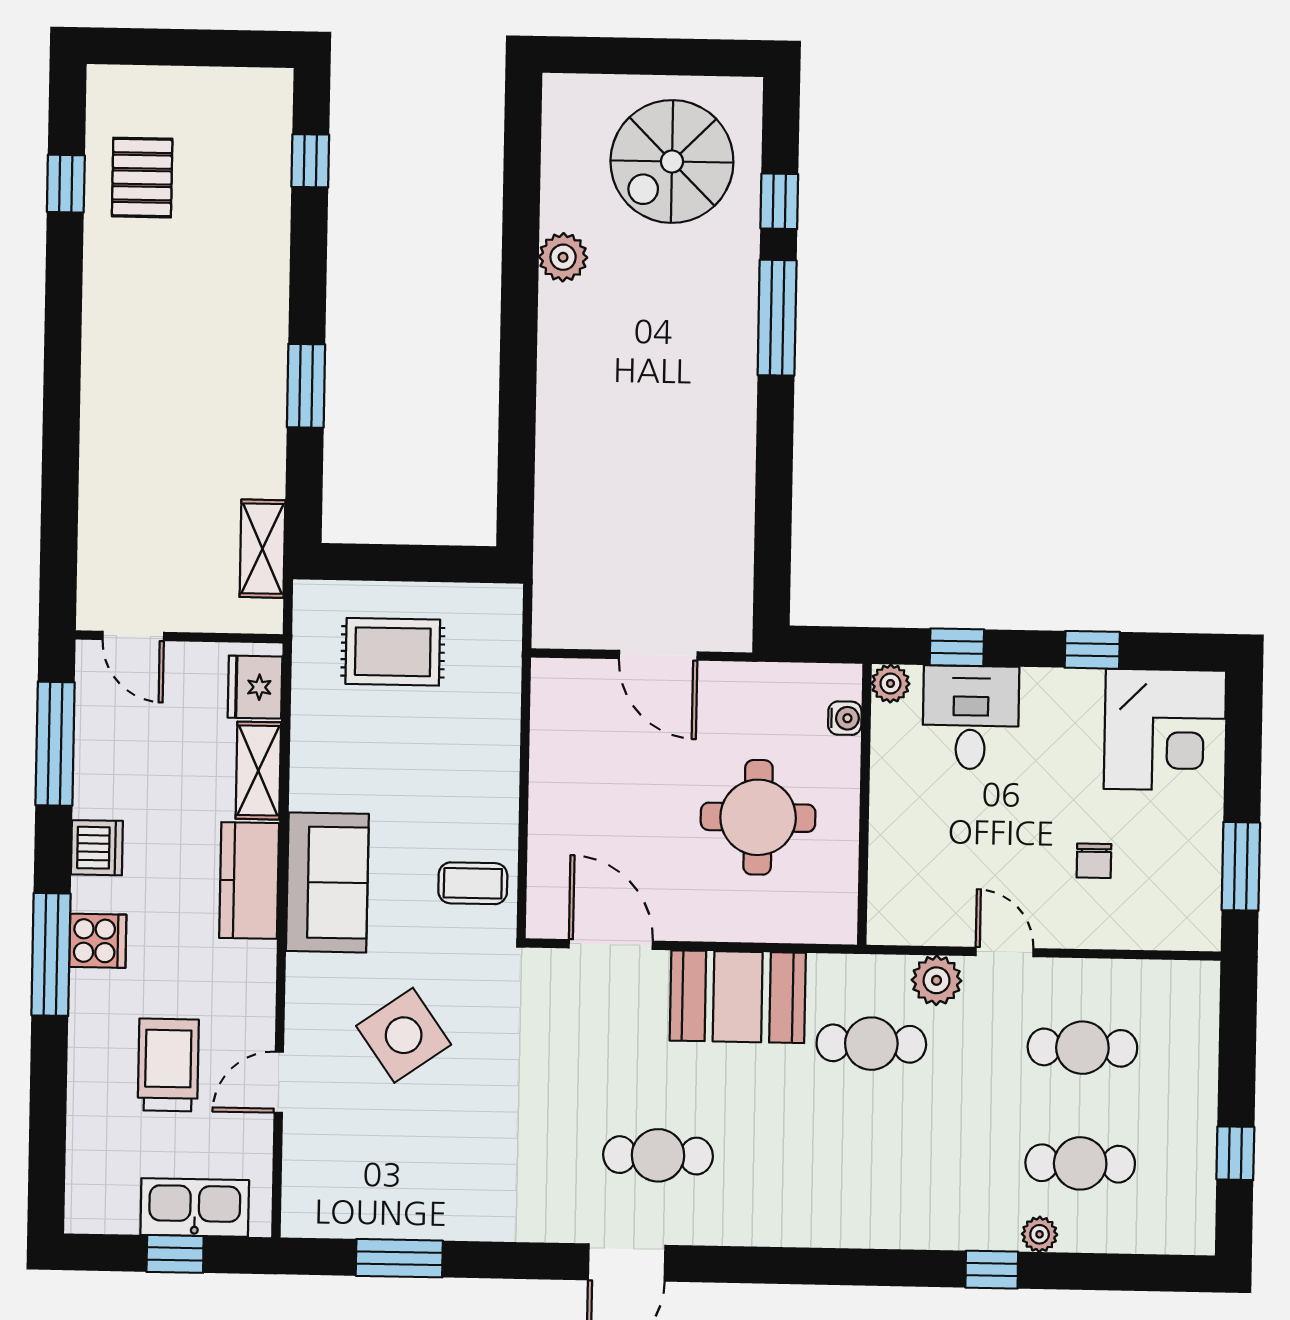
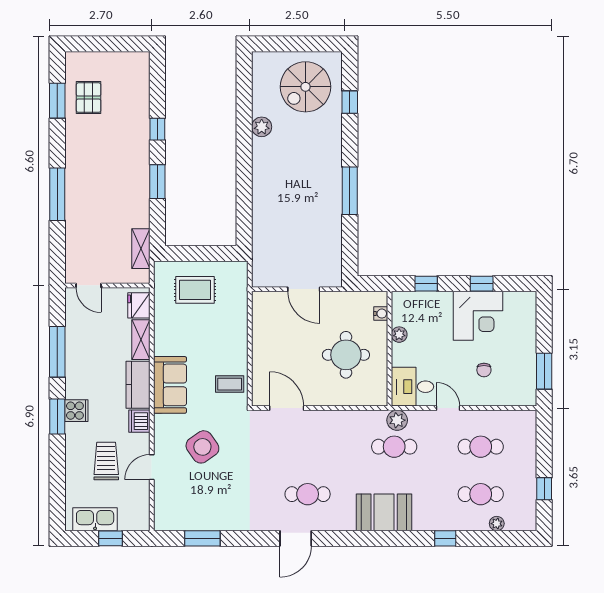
window: (310, 161) -> (157, 129), moved
window: (66, 184) -> (57, 101), width x1.50
window: (777, 318) -> (350, 191), moved
window: (61, 412) -> (57, 194), added
plant: (890, 683) -> (399, 335), moved
desk: (971, 717) -> (412, 387), moved, turned -90
corner desk: (1165, 730) -> (478, 316), moved
window: (55, 744) -> (57, 352), moved
dishwasher: (97, 848) -> (139, 421), moved, turned 180
window: (51, 954) -> (57, 417), width x0.69
plant: (937, 980) -> (397, 420), moved
booth: (738, 997) -> (384, 512), moved
kitchen sink: (195, 1208) -> (95, 519), moved
plant: (1040, 1234) -> (497, 524), moved

